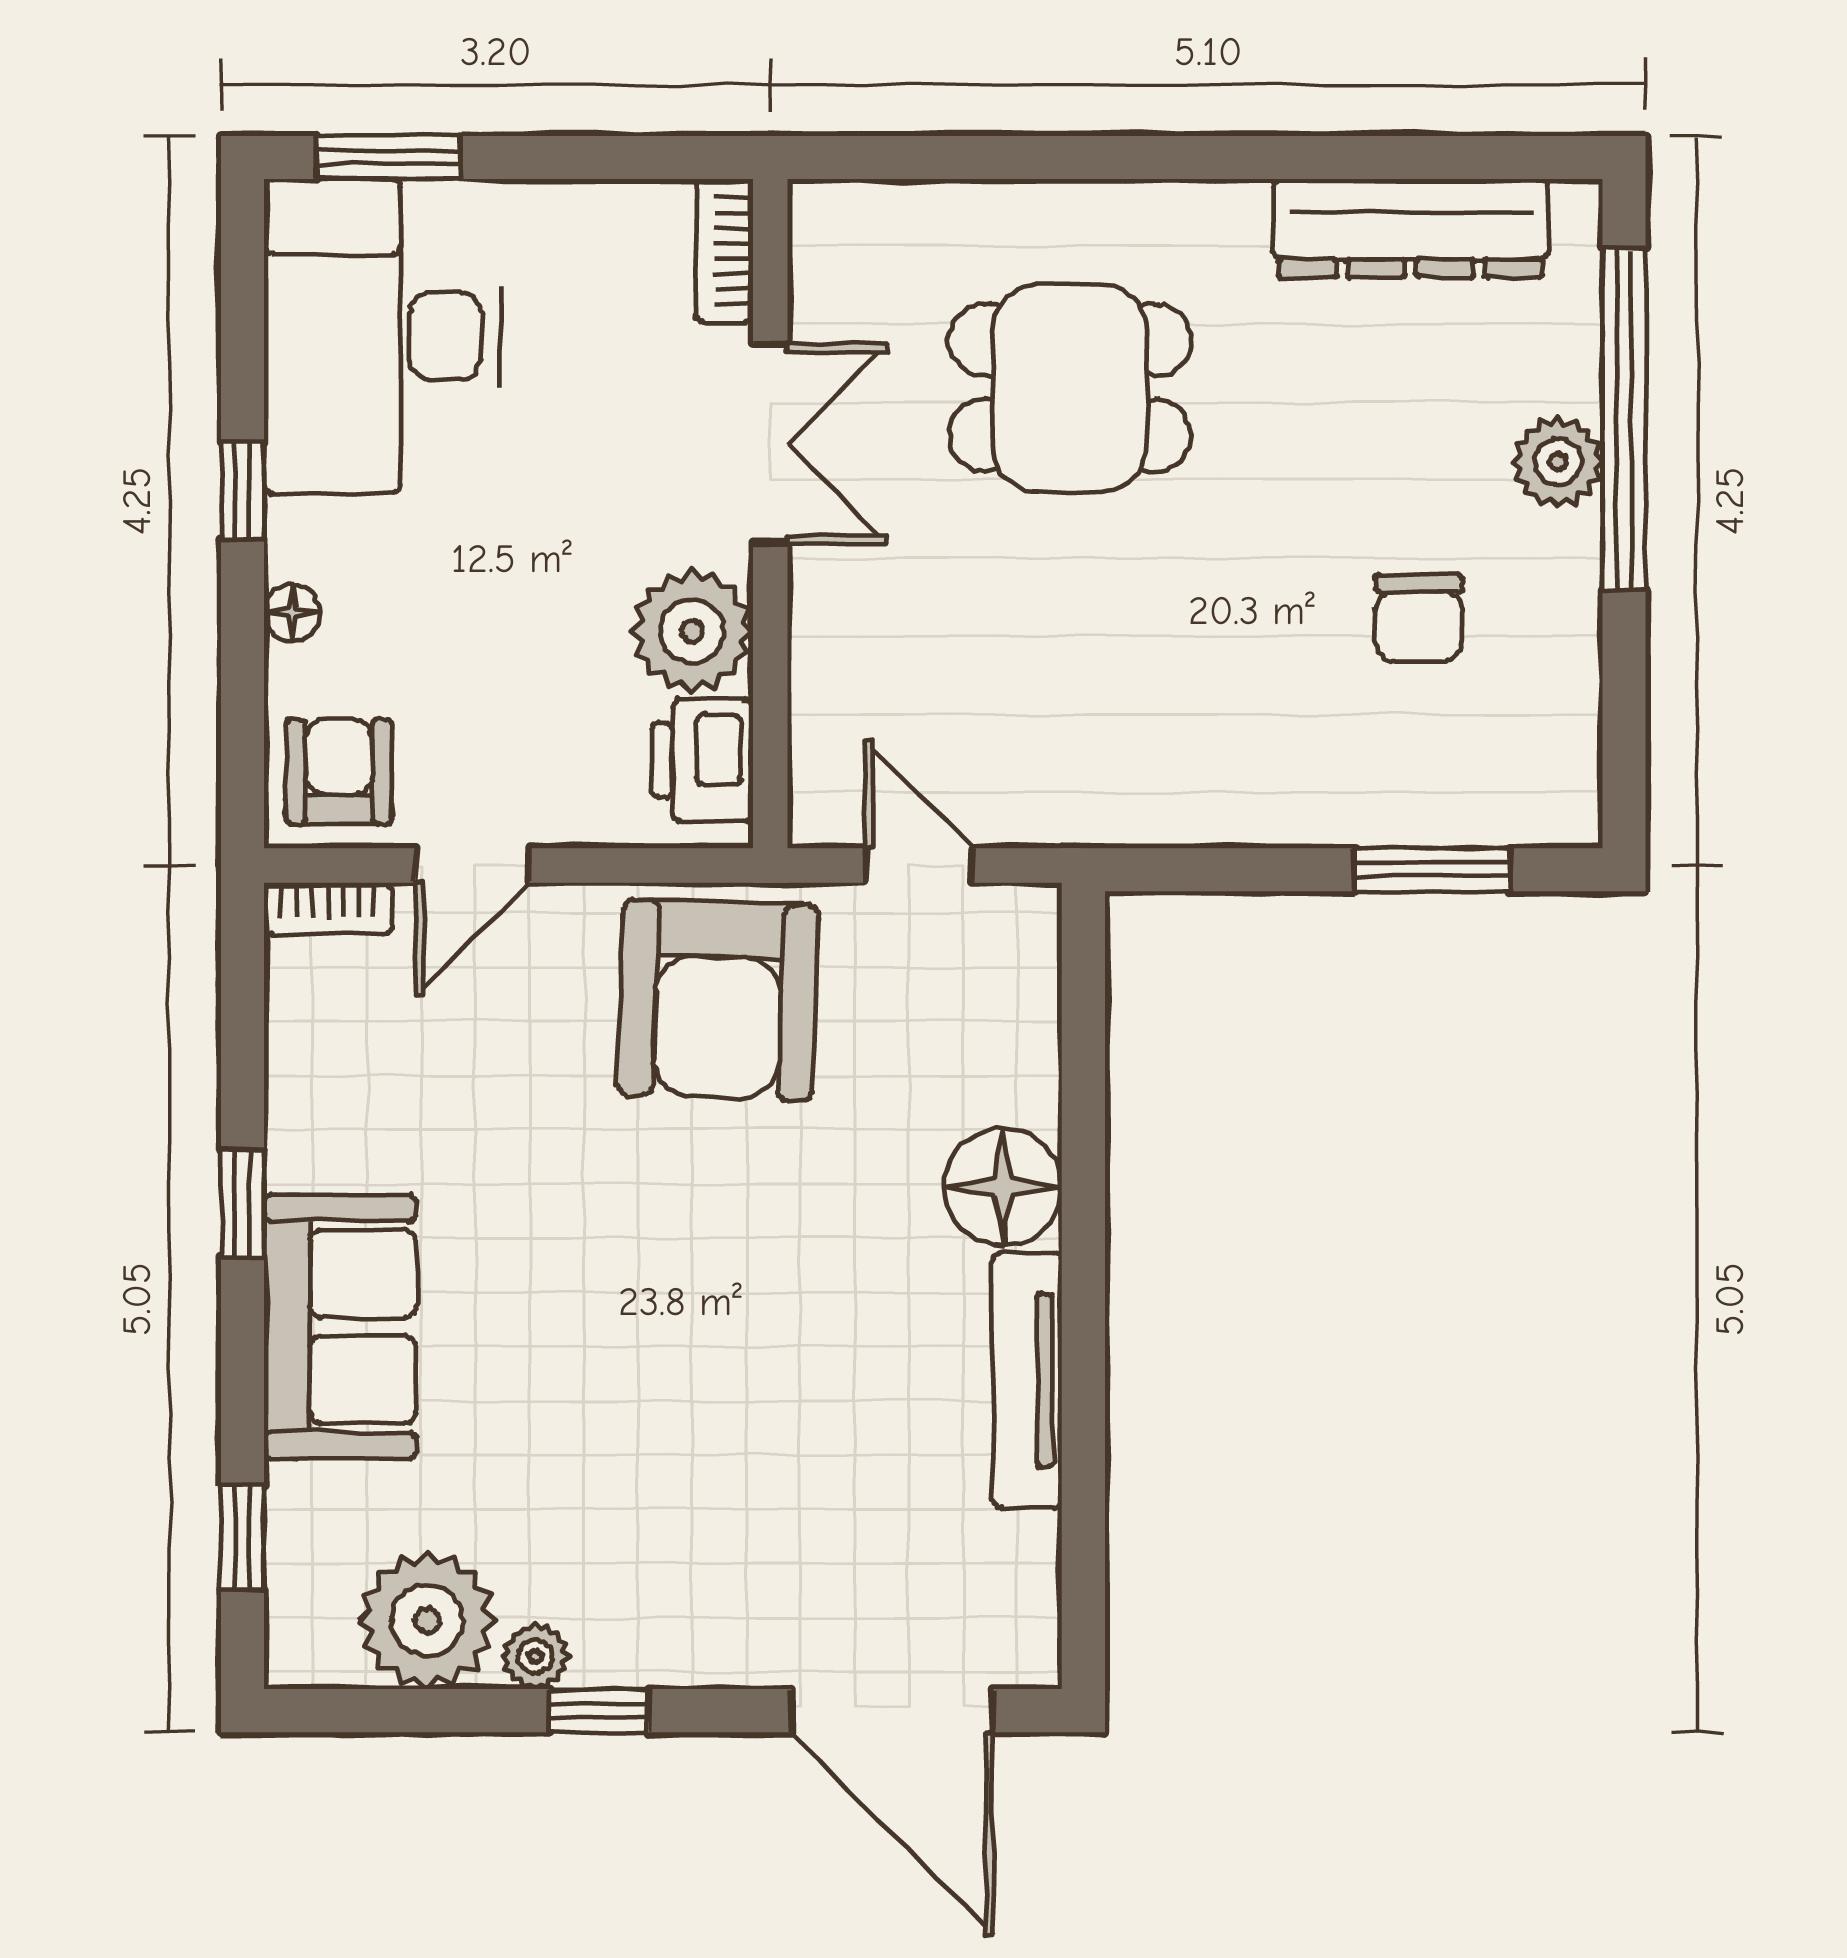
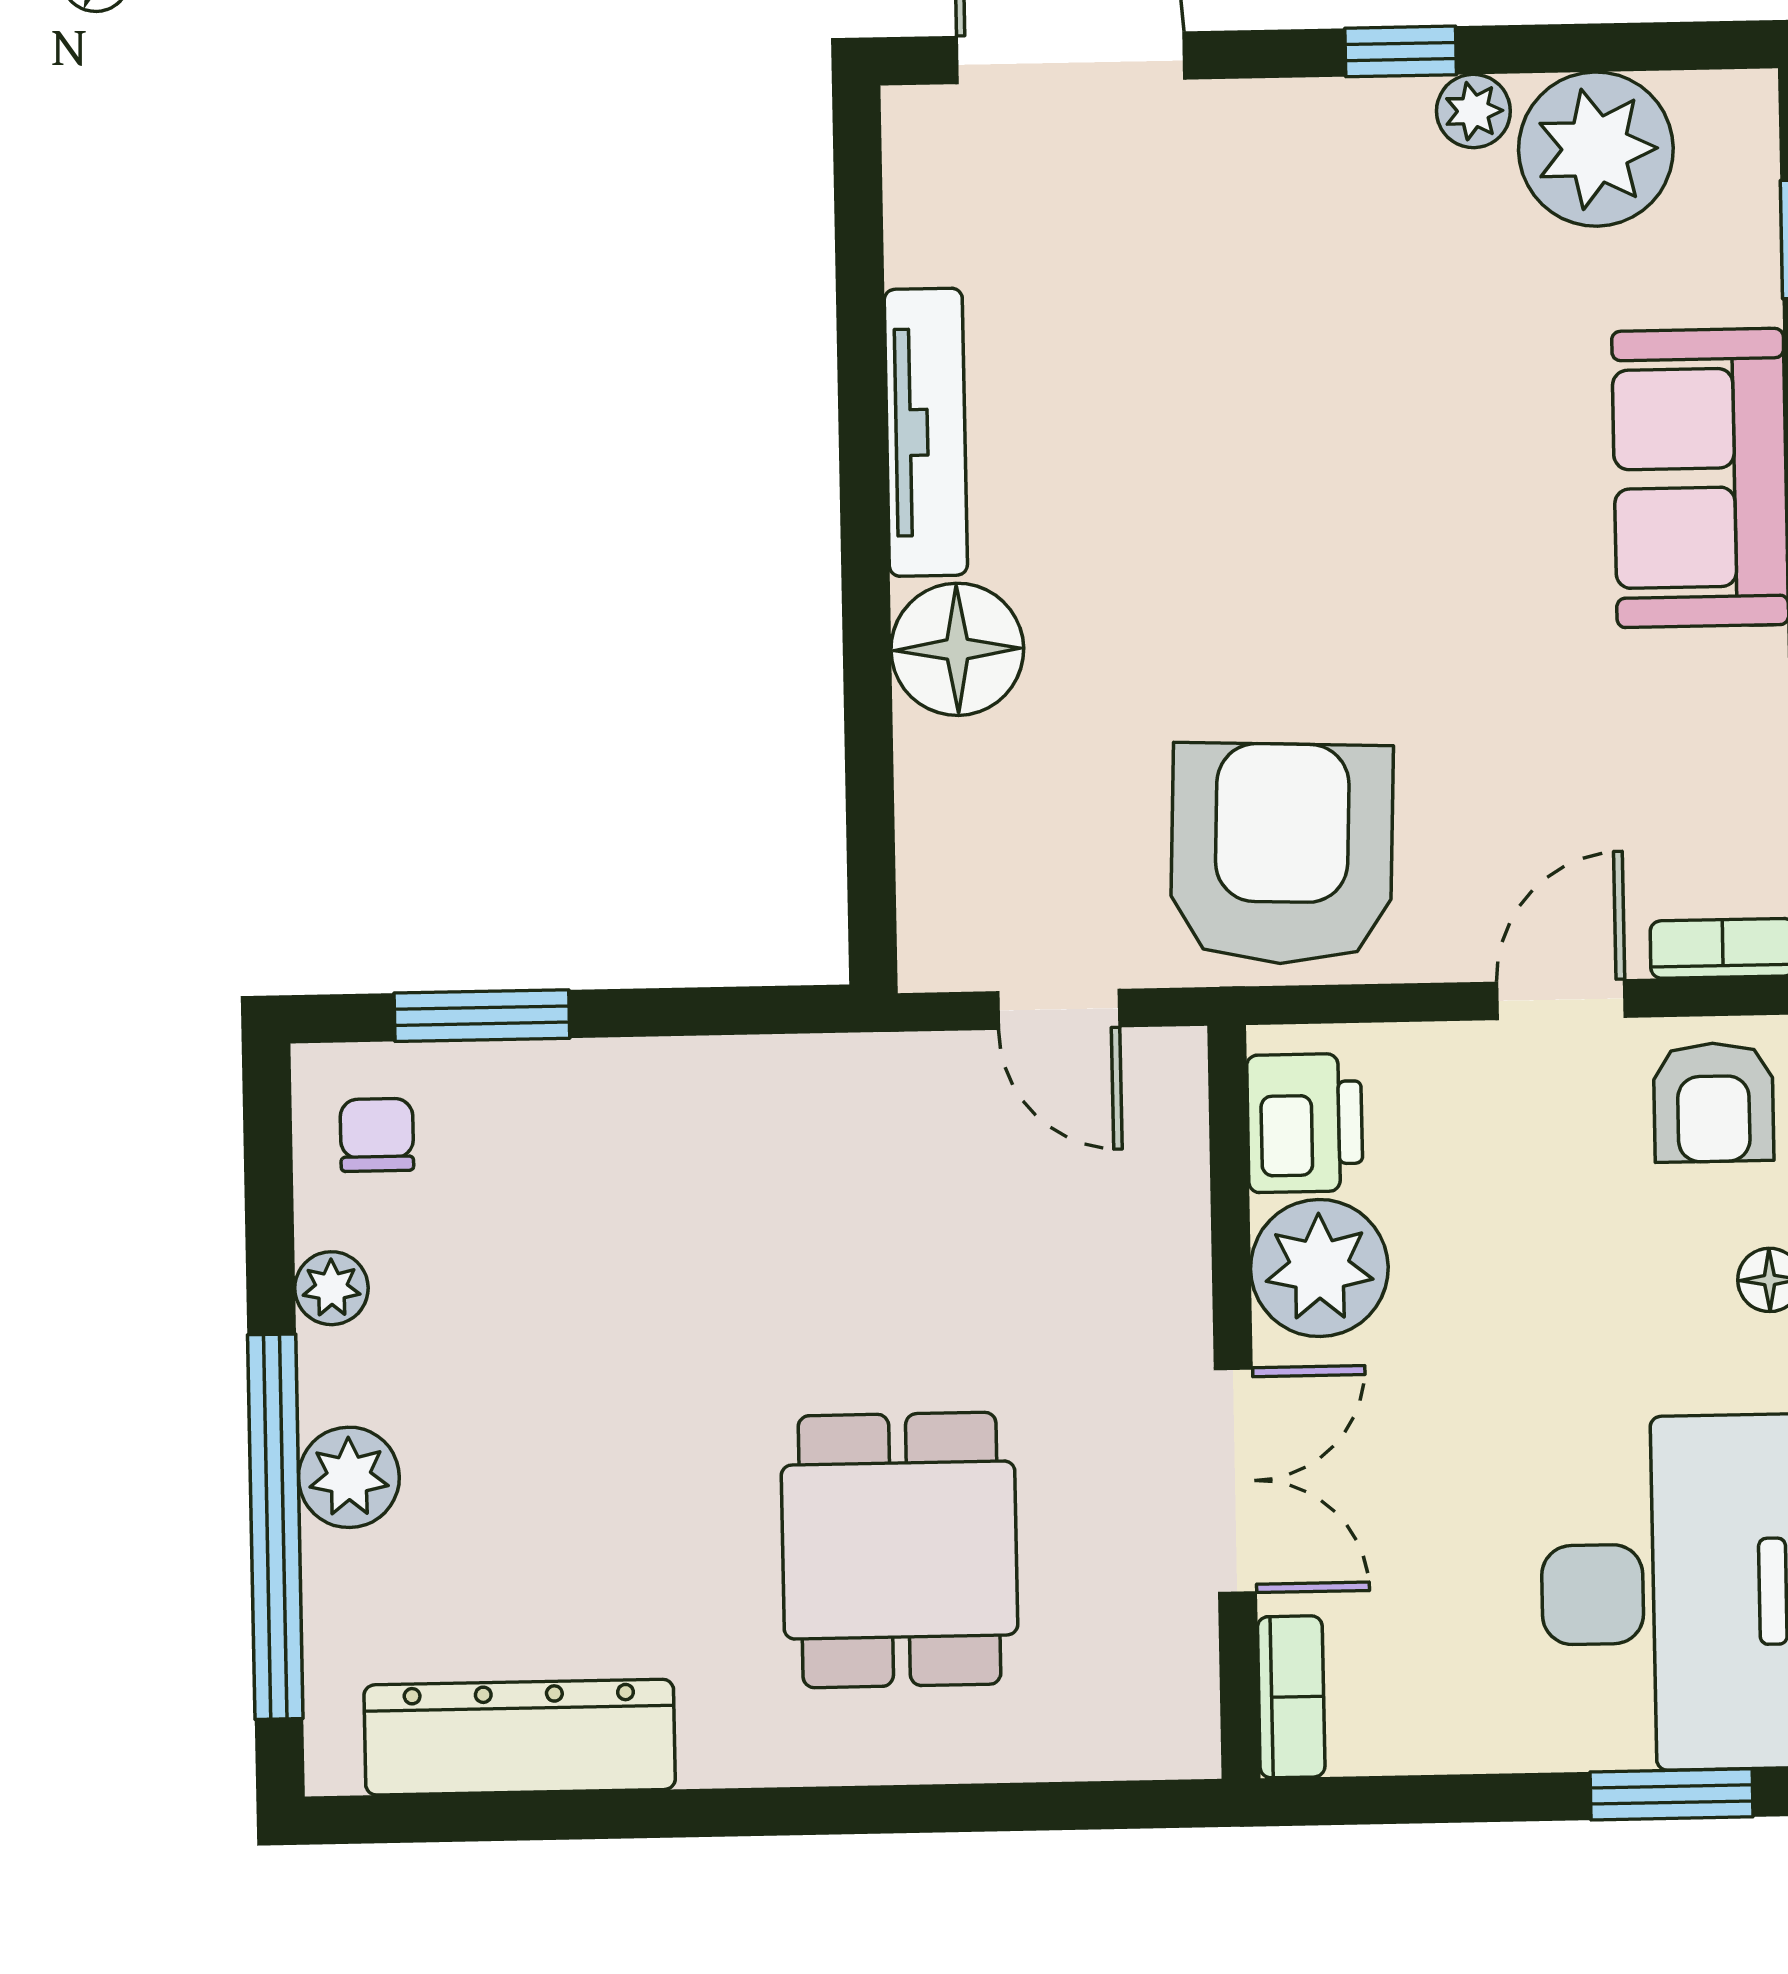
dining table: (1070, 388) -> (899, 1550), turned 90
double door: (770, 444) -> (1235, 1481), swing flipped
chair: (1419, 618) -> (377, 1135), moved, width x0.73, depth x0.73
plant: (1570, 630) -> (331, 1288), added

